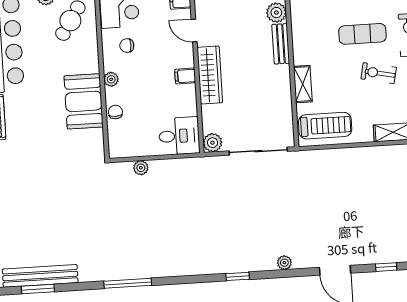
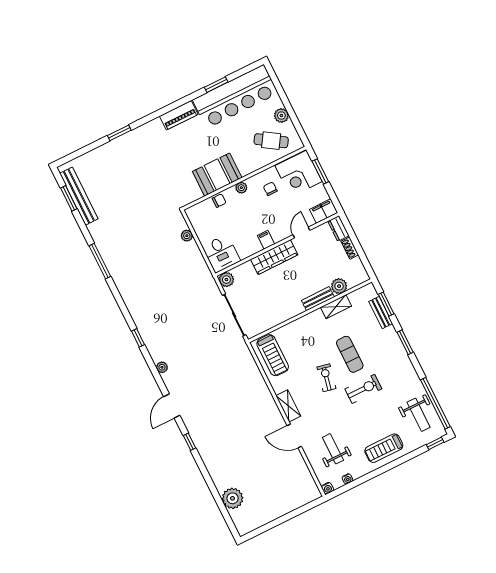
shelving: (303, 84) -> (336, 307), moved

